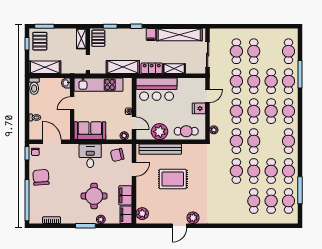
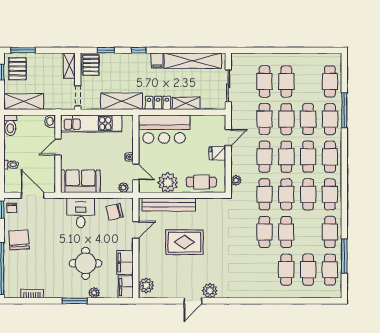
cafe table: (271, 171) -> (308, 194), moved

